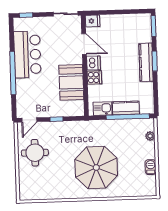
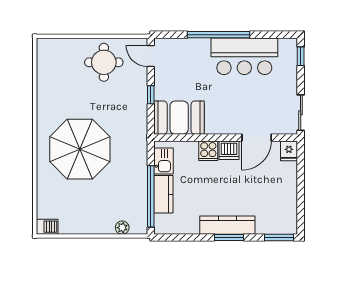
booth: (71, 82) -> (179, 118), moved
barbecue: (151, 167) -> (47, 227), moved

